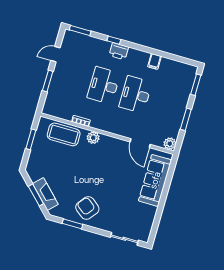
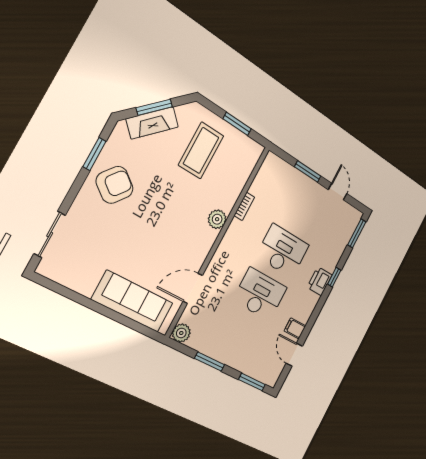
door: (173, 57) -> (294, 355), added
coffee table: (64, 134) -> (201, 150), moved

